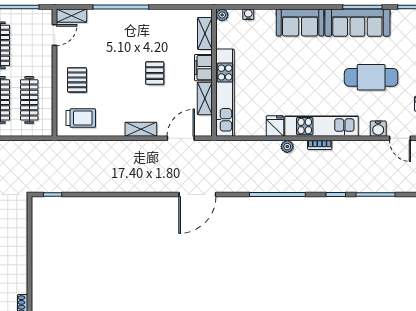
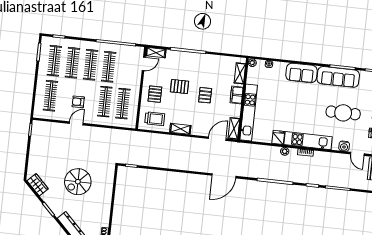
pallet: (114, 64) -> (179, 87), added
shelving: (205, 98) -> (234, 128), moved
shelving: (141, 129) -> (180, 129), moved

